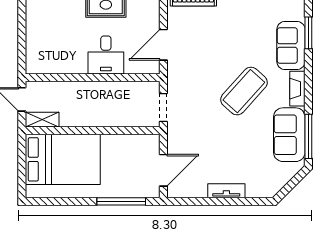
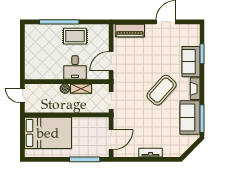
boiler: (90, 89) -> (65, 89), added
shelving: (42, 120) -> (81, 89), moved

